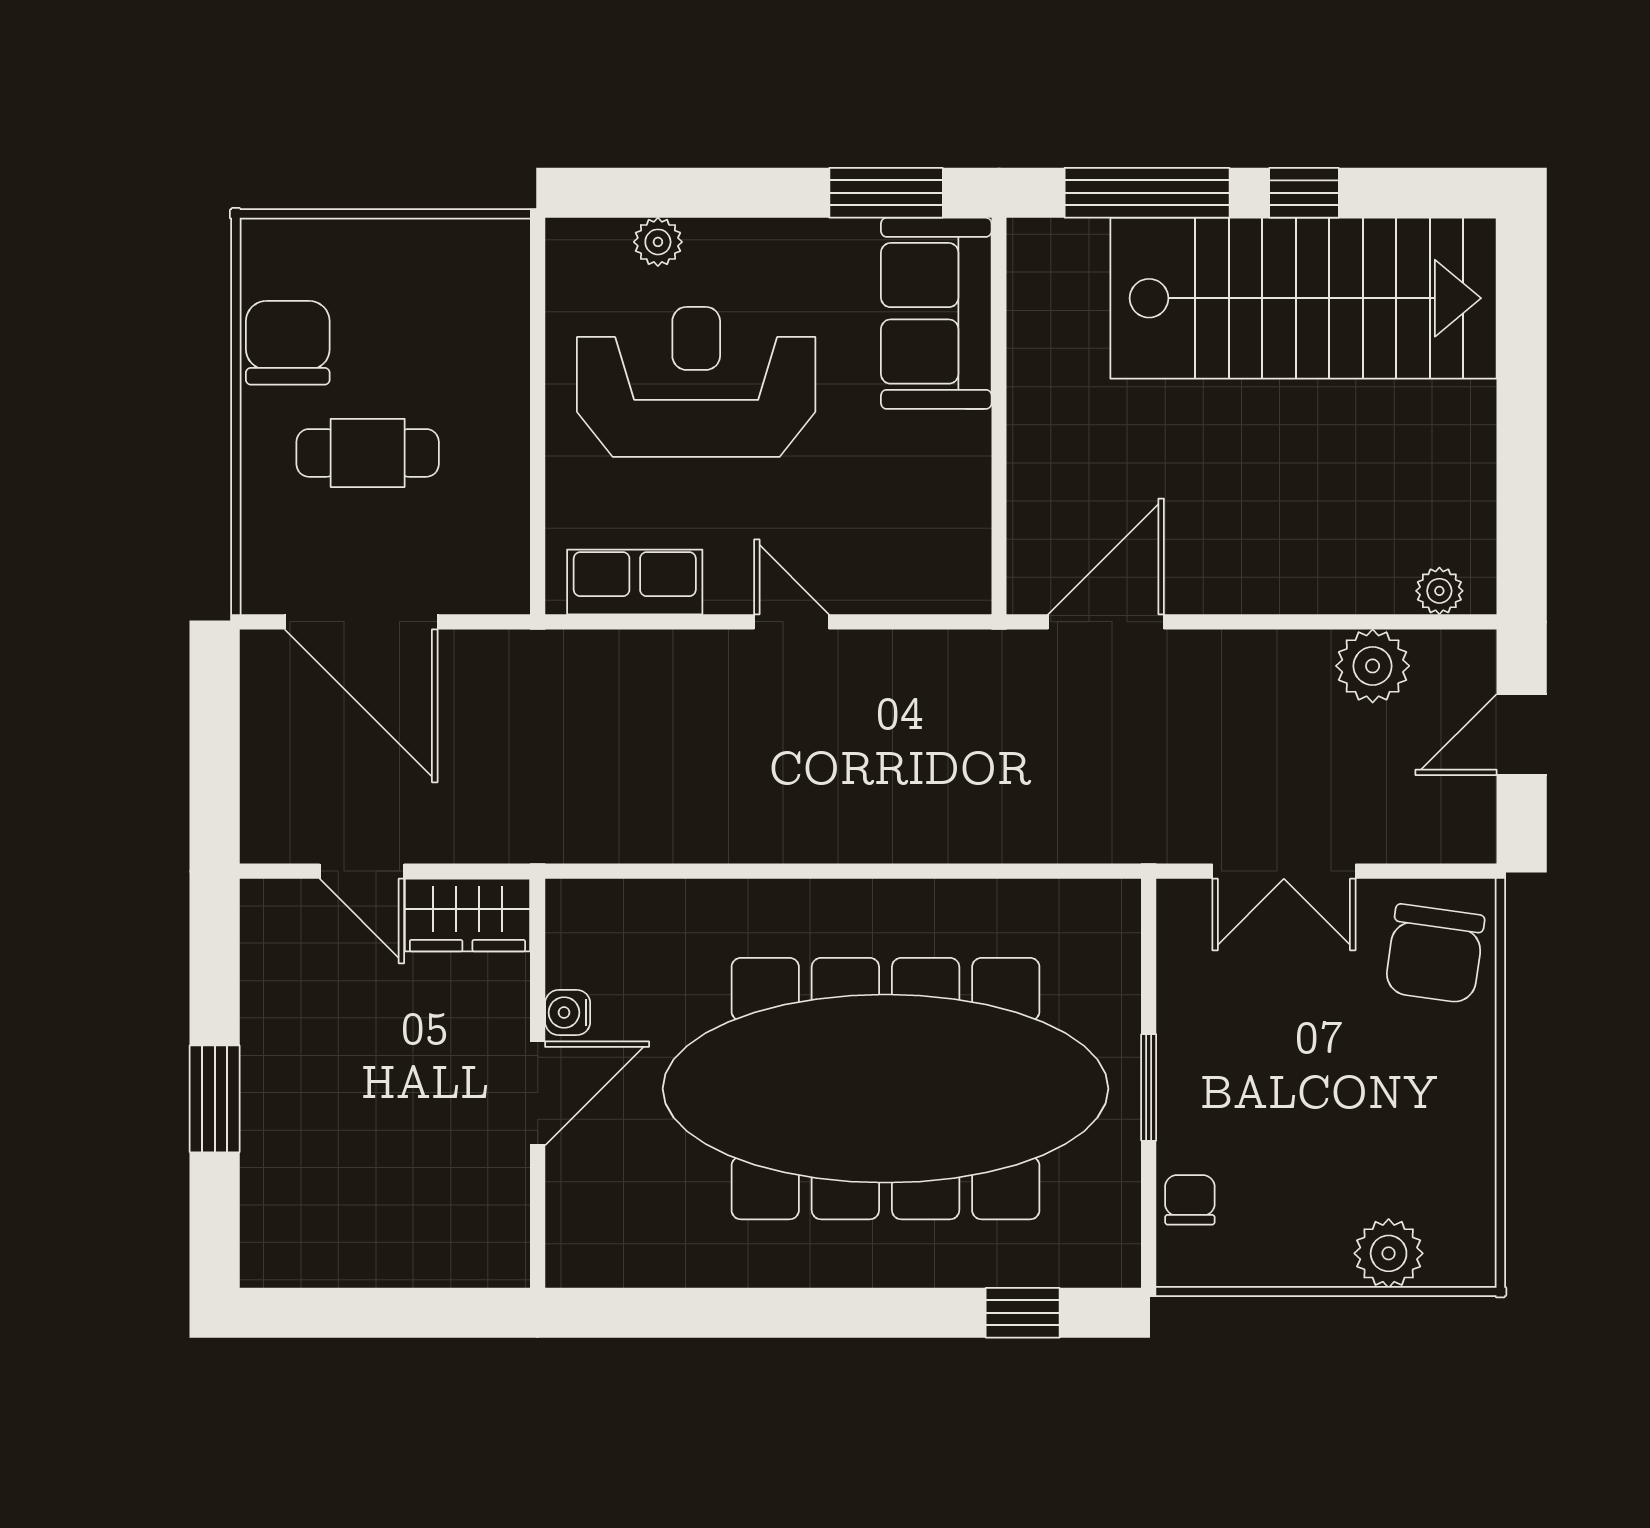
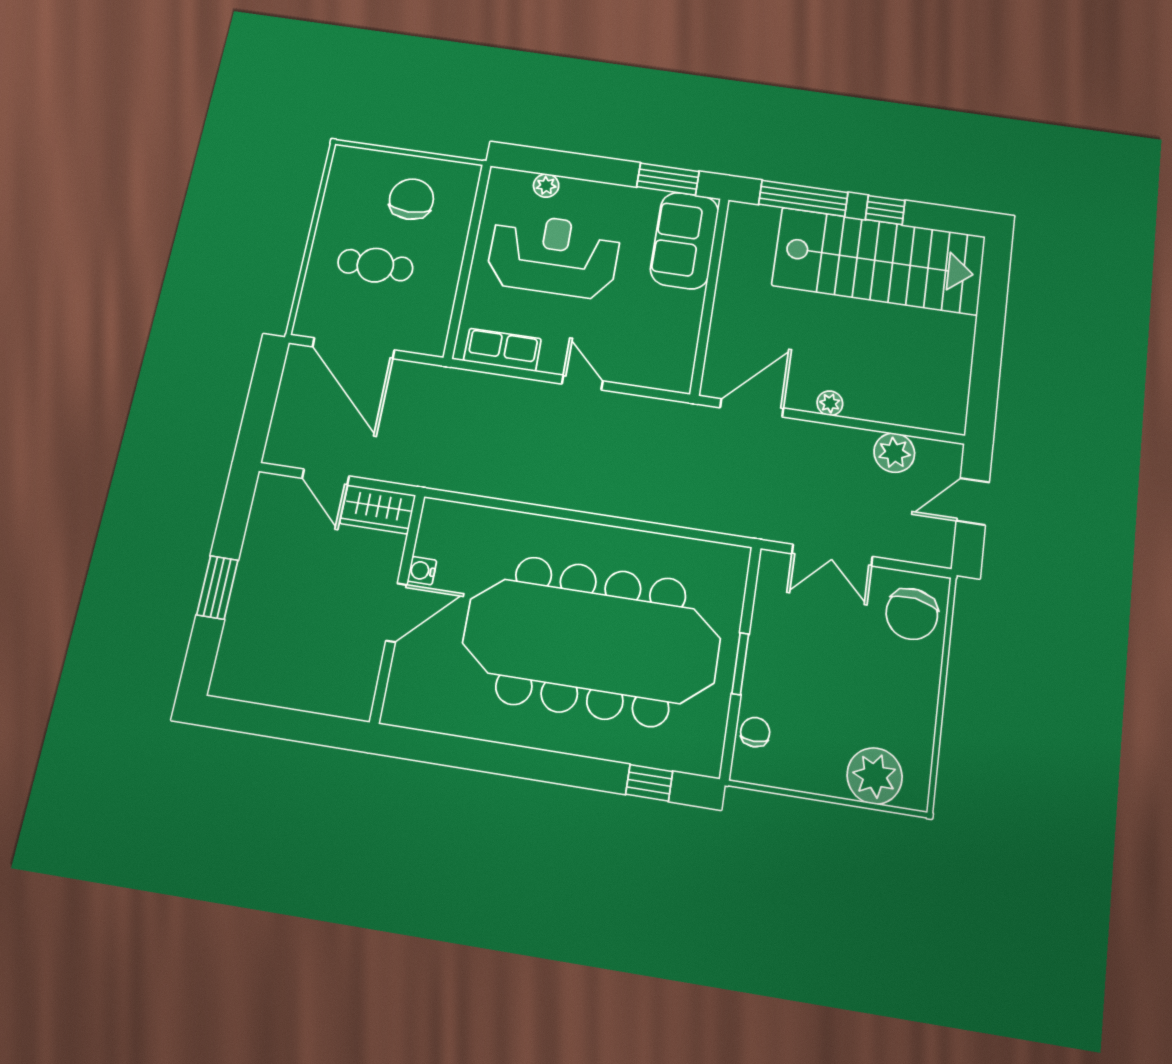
chair: (288, 343) -> (411, 199), moved
plant: (1439, 591) -> (830, 403), moved
plant: (1389, 1253) -> (875, 776), width x1.36, depth x1.36

